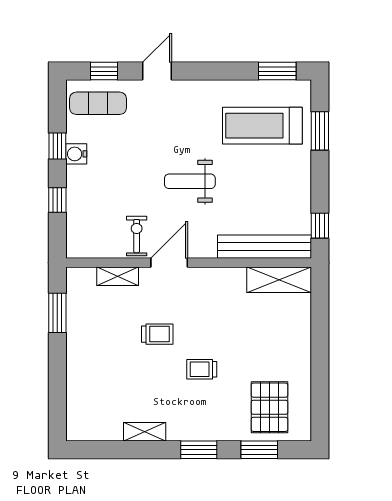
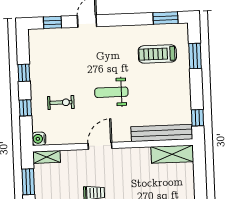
exercise mat: (98, 103) -> (49, 44), removed
treadmill: (262, 126) -> (157, 54), width x0.73, depth x0.73
water cooler: (76, 154) -> (39, 139), moved
exercise bike: (137, 236) -> (61, 102), moved, turned 90
shelving: (118, 276) -> (46, 157), moved

